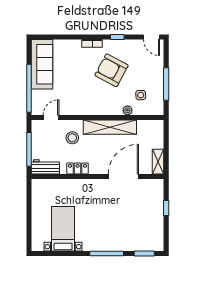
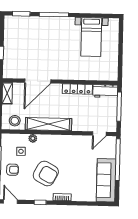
armchair: (150, 74) -> (12, 170), added
stool: (72, 138) -> (15, 121), moved
locker: (78, 168) -> (77, 89), width x1.53

